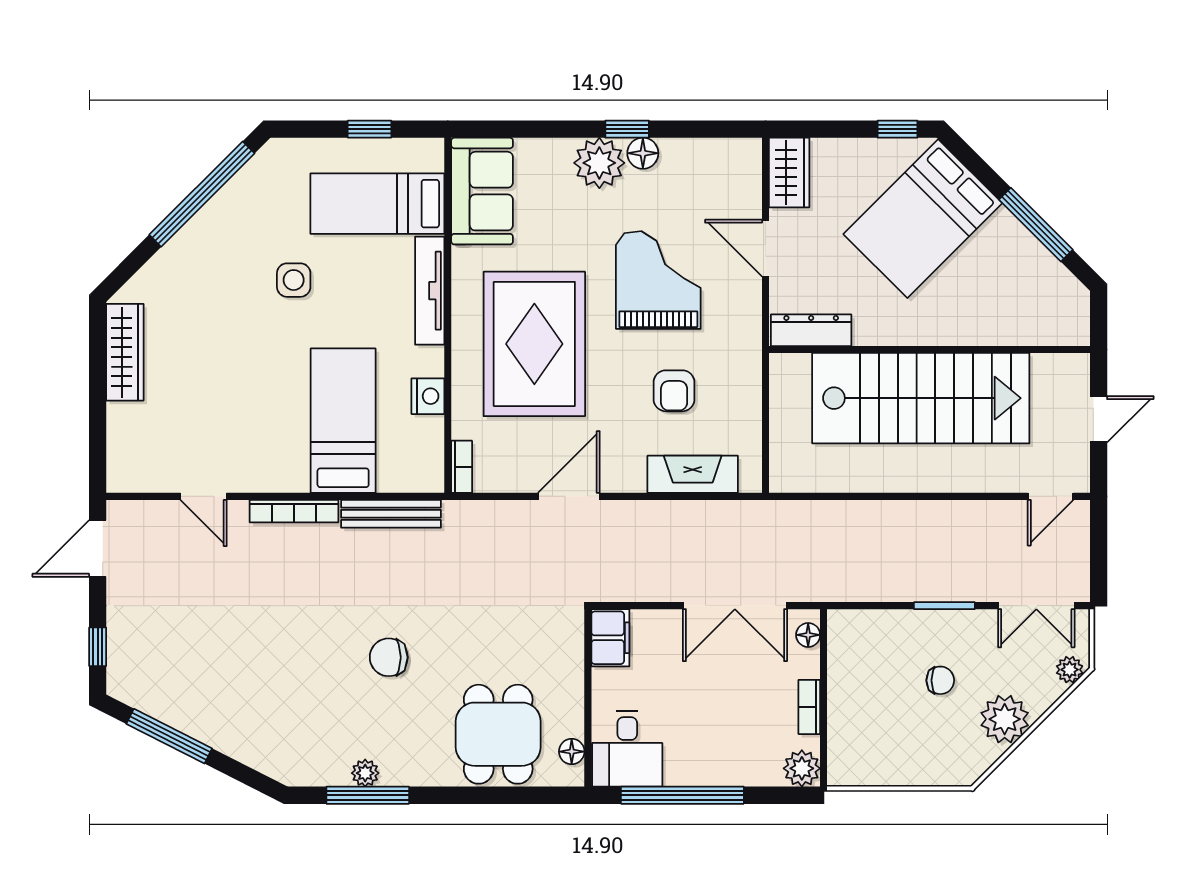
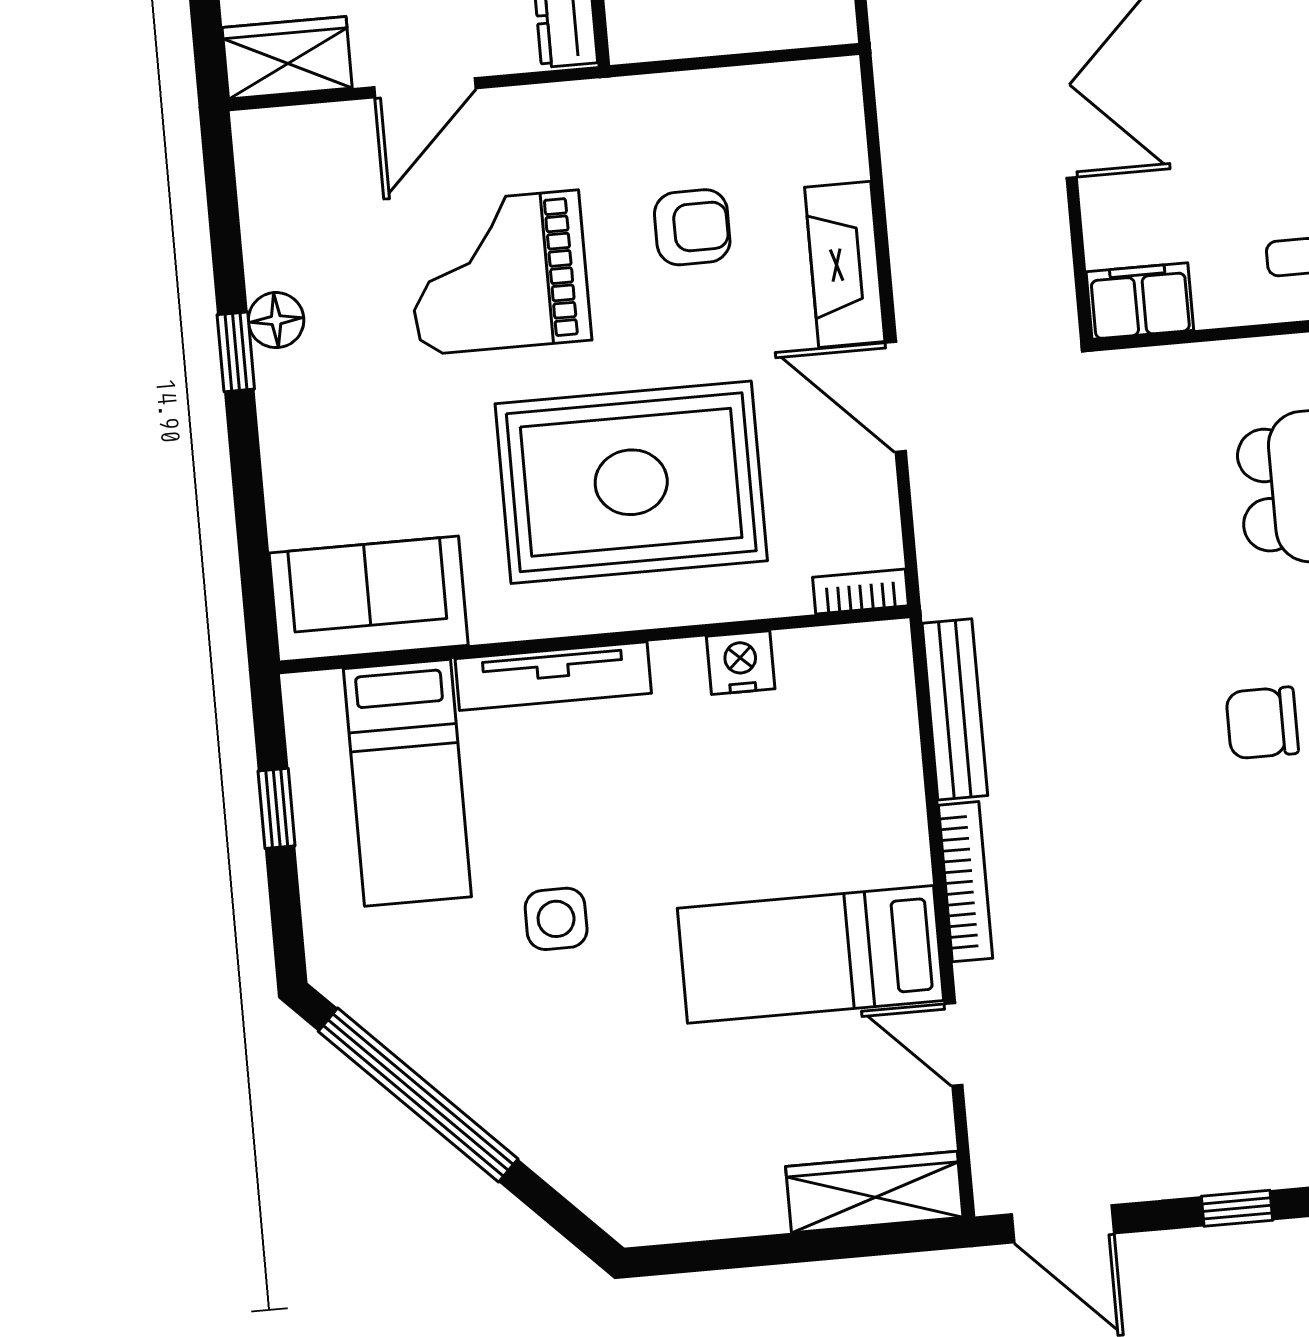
plant: (599, 163) -> (300, 396), removed
wardrobe: (125, 352) -> (874, 1192), moved
bed: (343, 421) -> (810, 954), moved
fireplace: (693, 474) -> (845, 264), moved
door: (203, 496) -> (954, 1044), swing flipped
chair: (389, 657) -> (1262, 723), moved, turned 90

